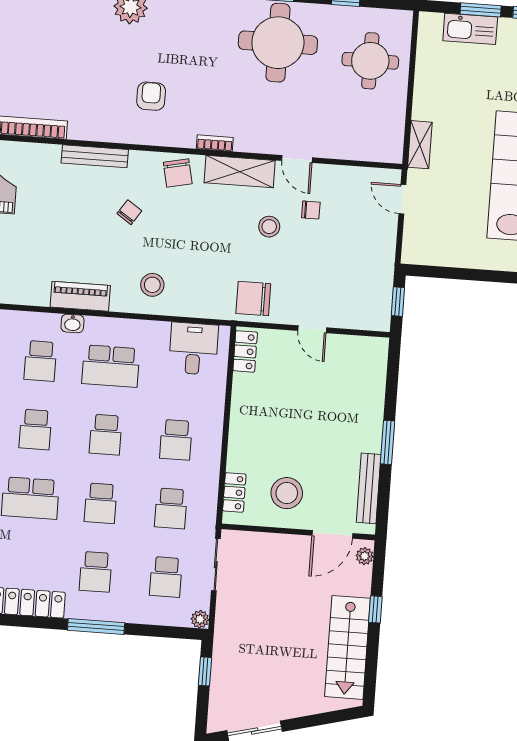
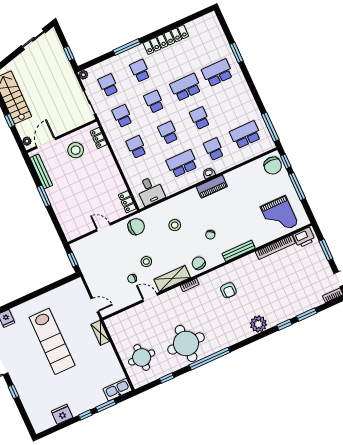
kitchen sink: (470, 29) -> (118, 390), moved
stool: (152, 285) -> (175, 225), moved

